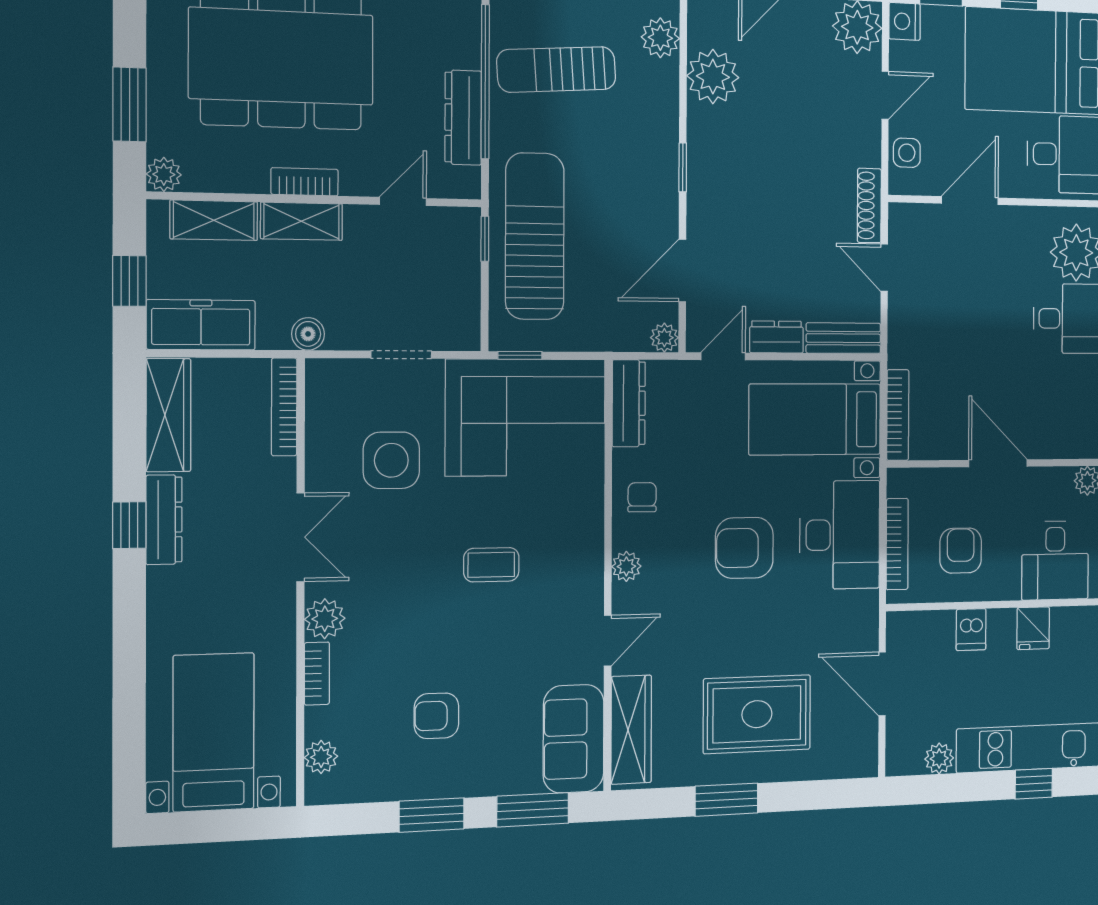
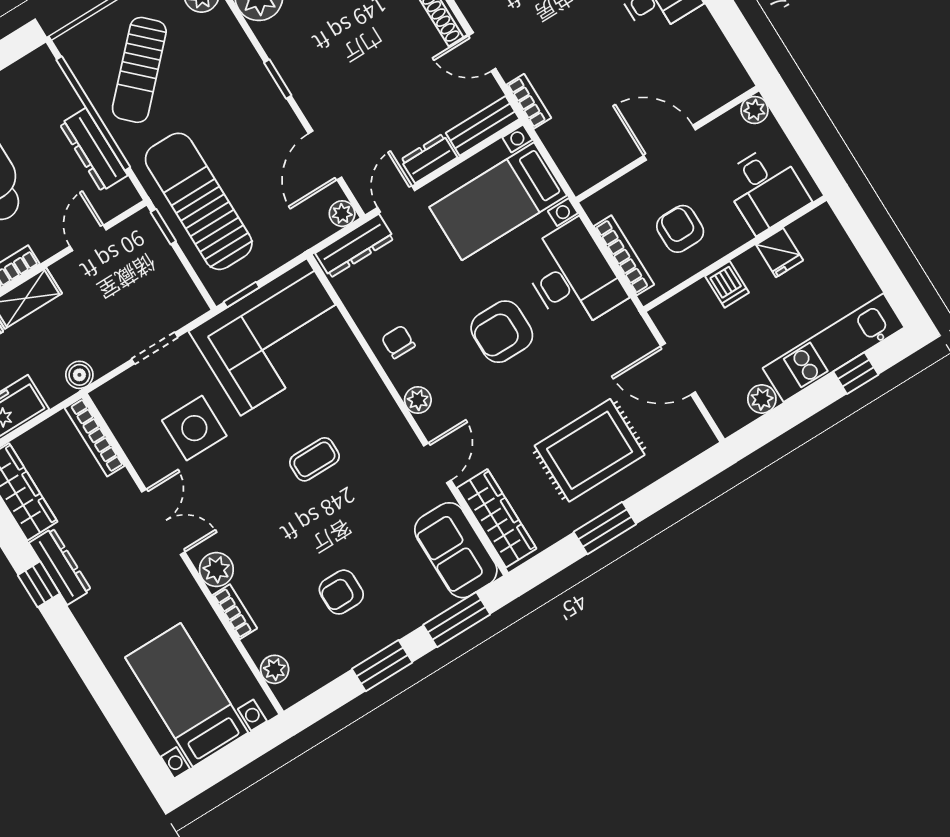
sun lounger: (556, 69) -> (139, 70), turned -42
dresser: (629, 403) -> (355, 246), moved, turned 90
bookcase: (898, 415) -> (529, 101), moved, width x0.64

